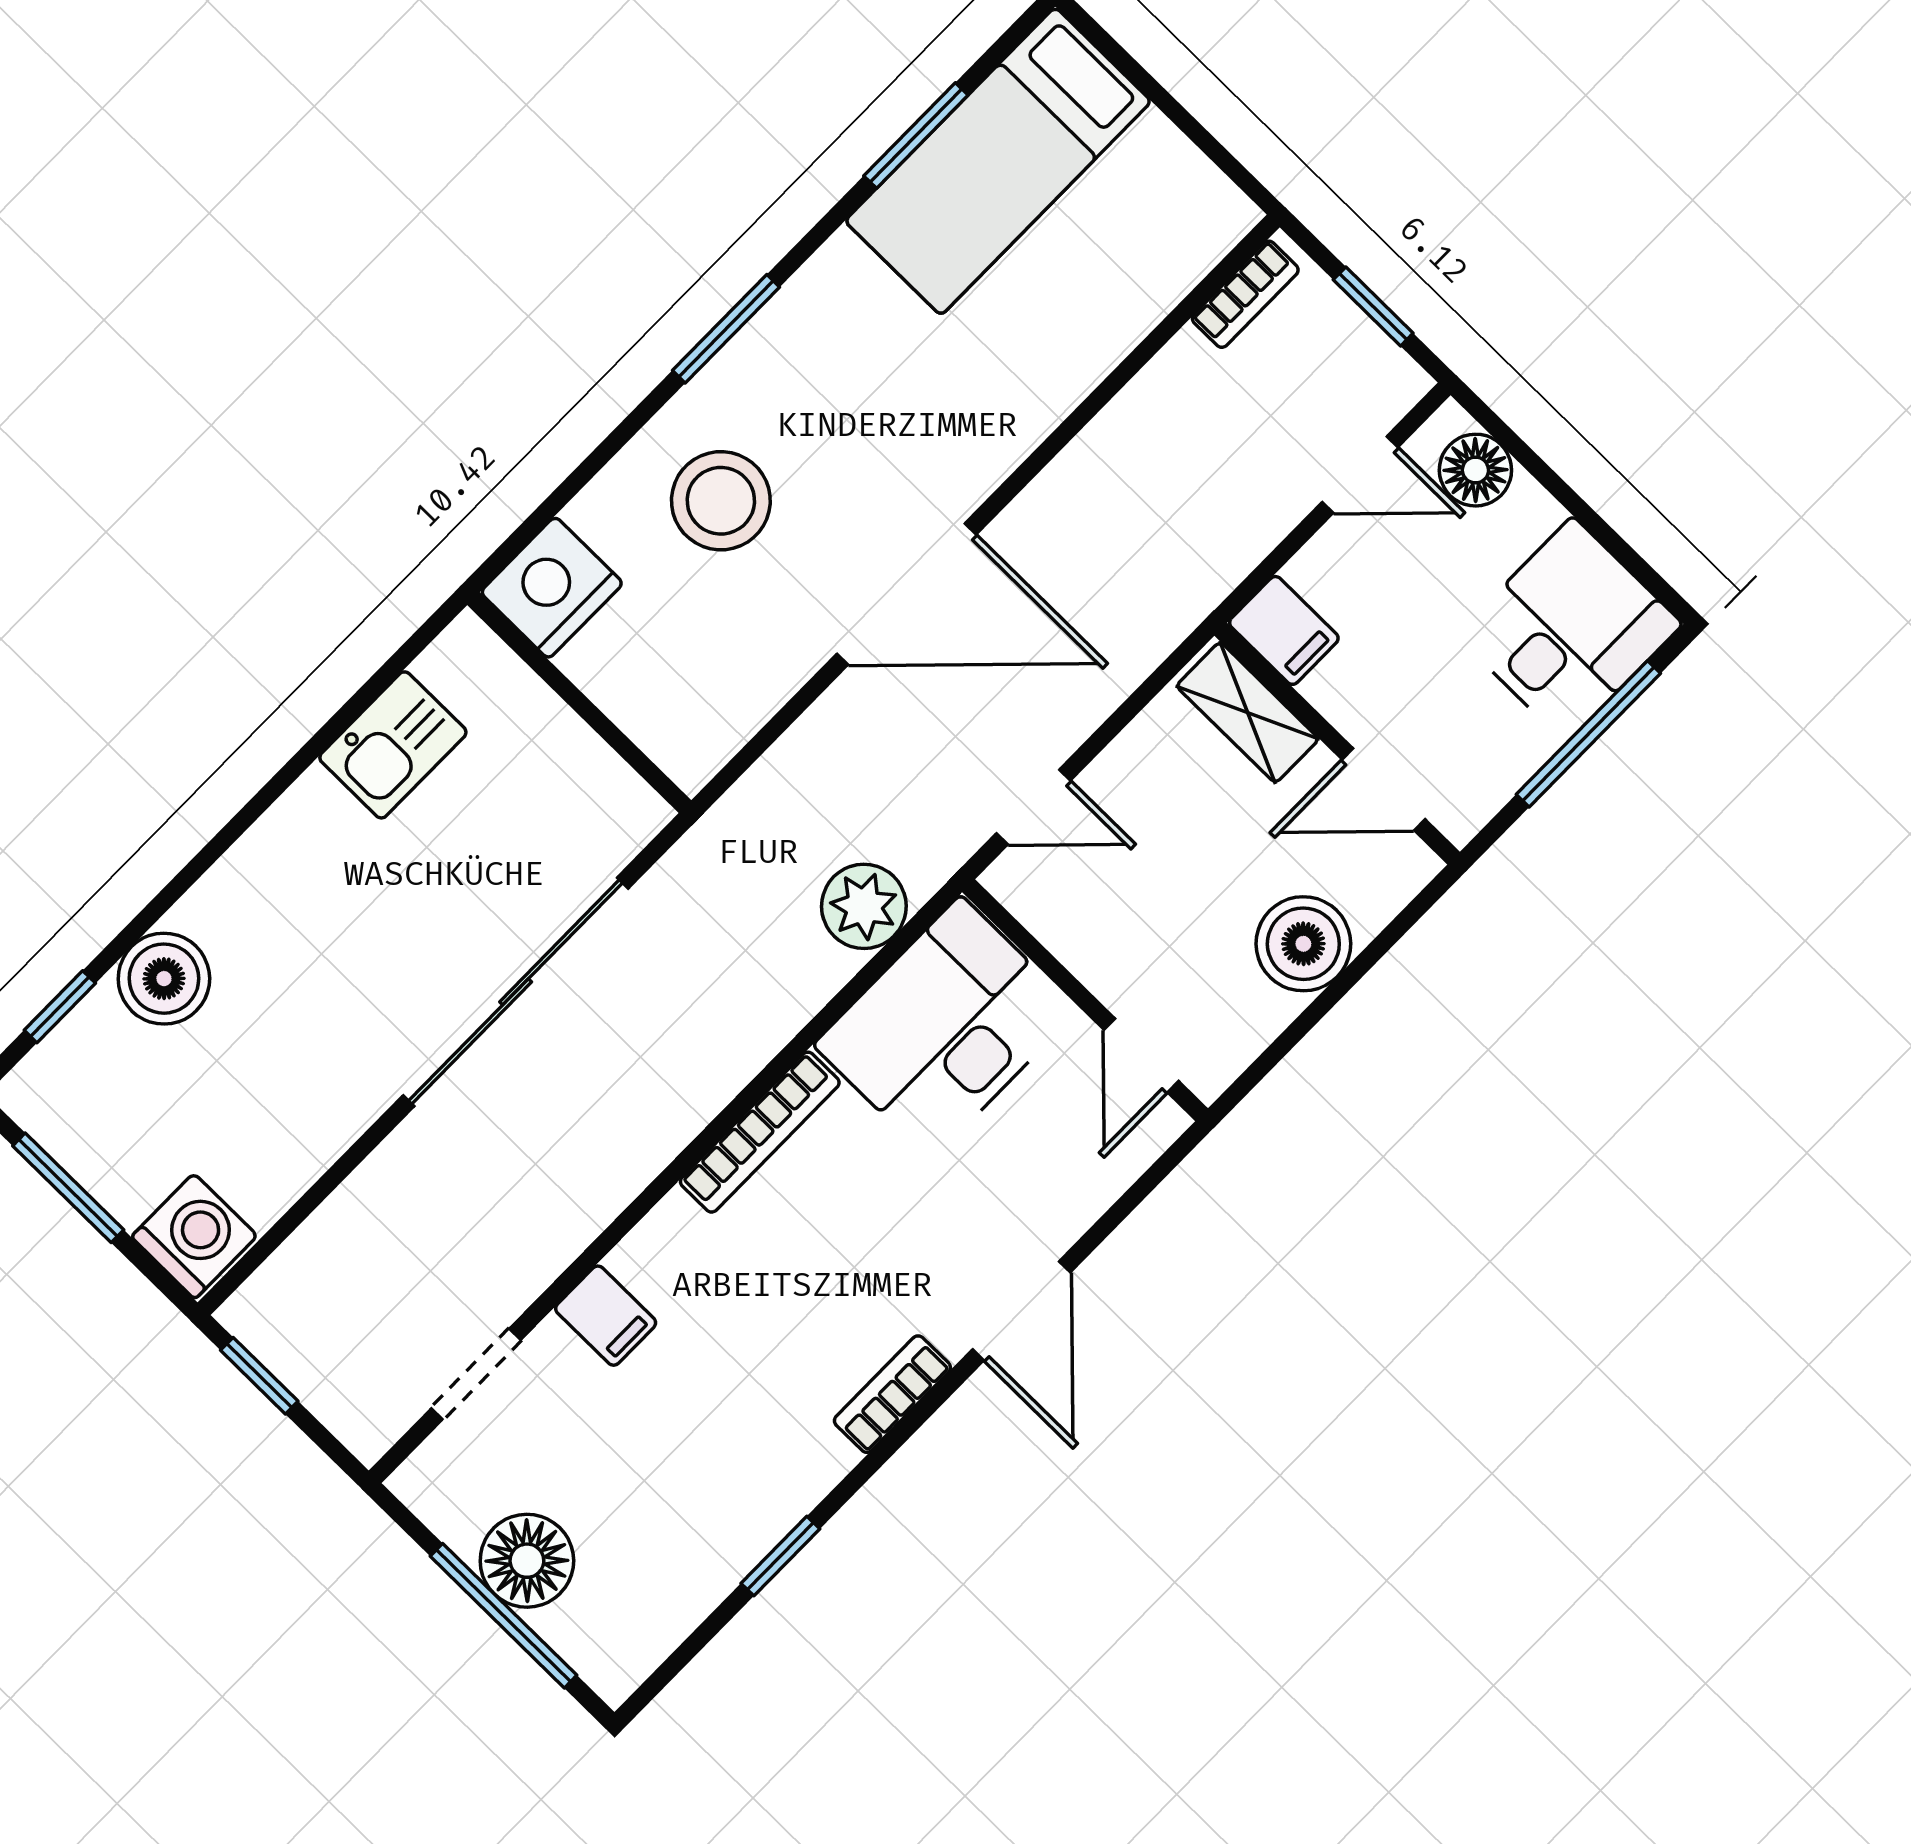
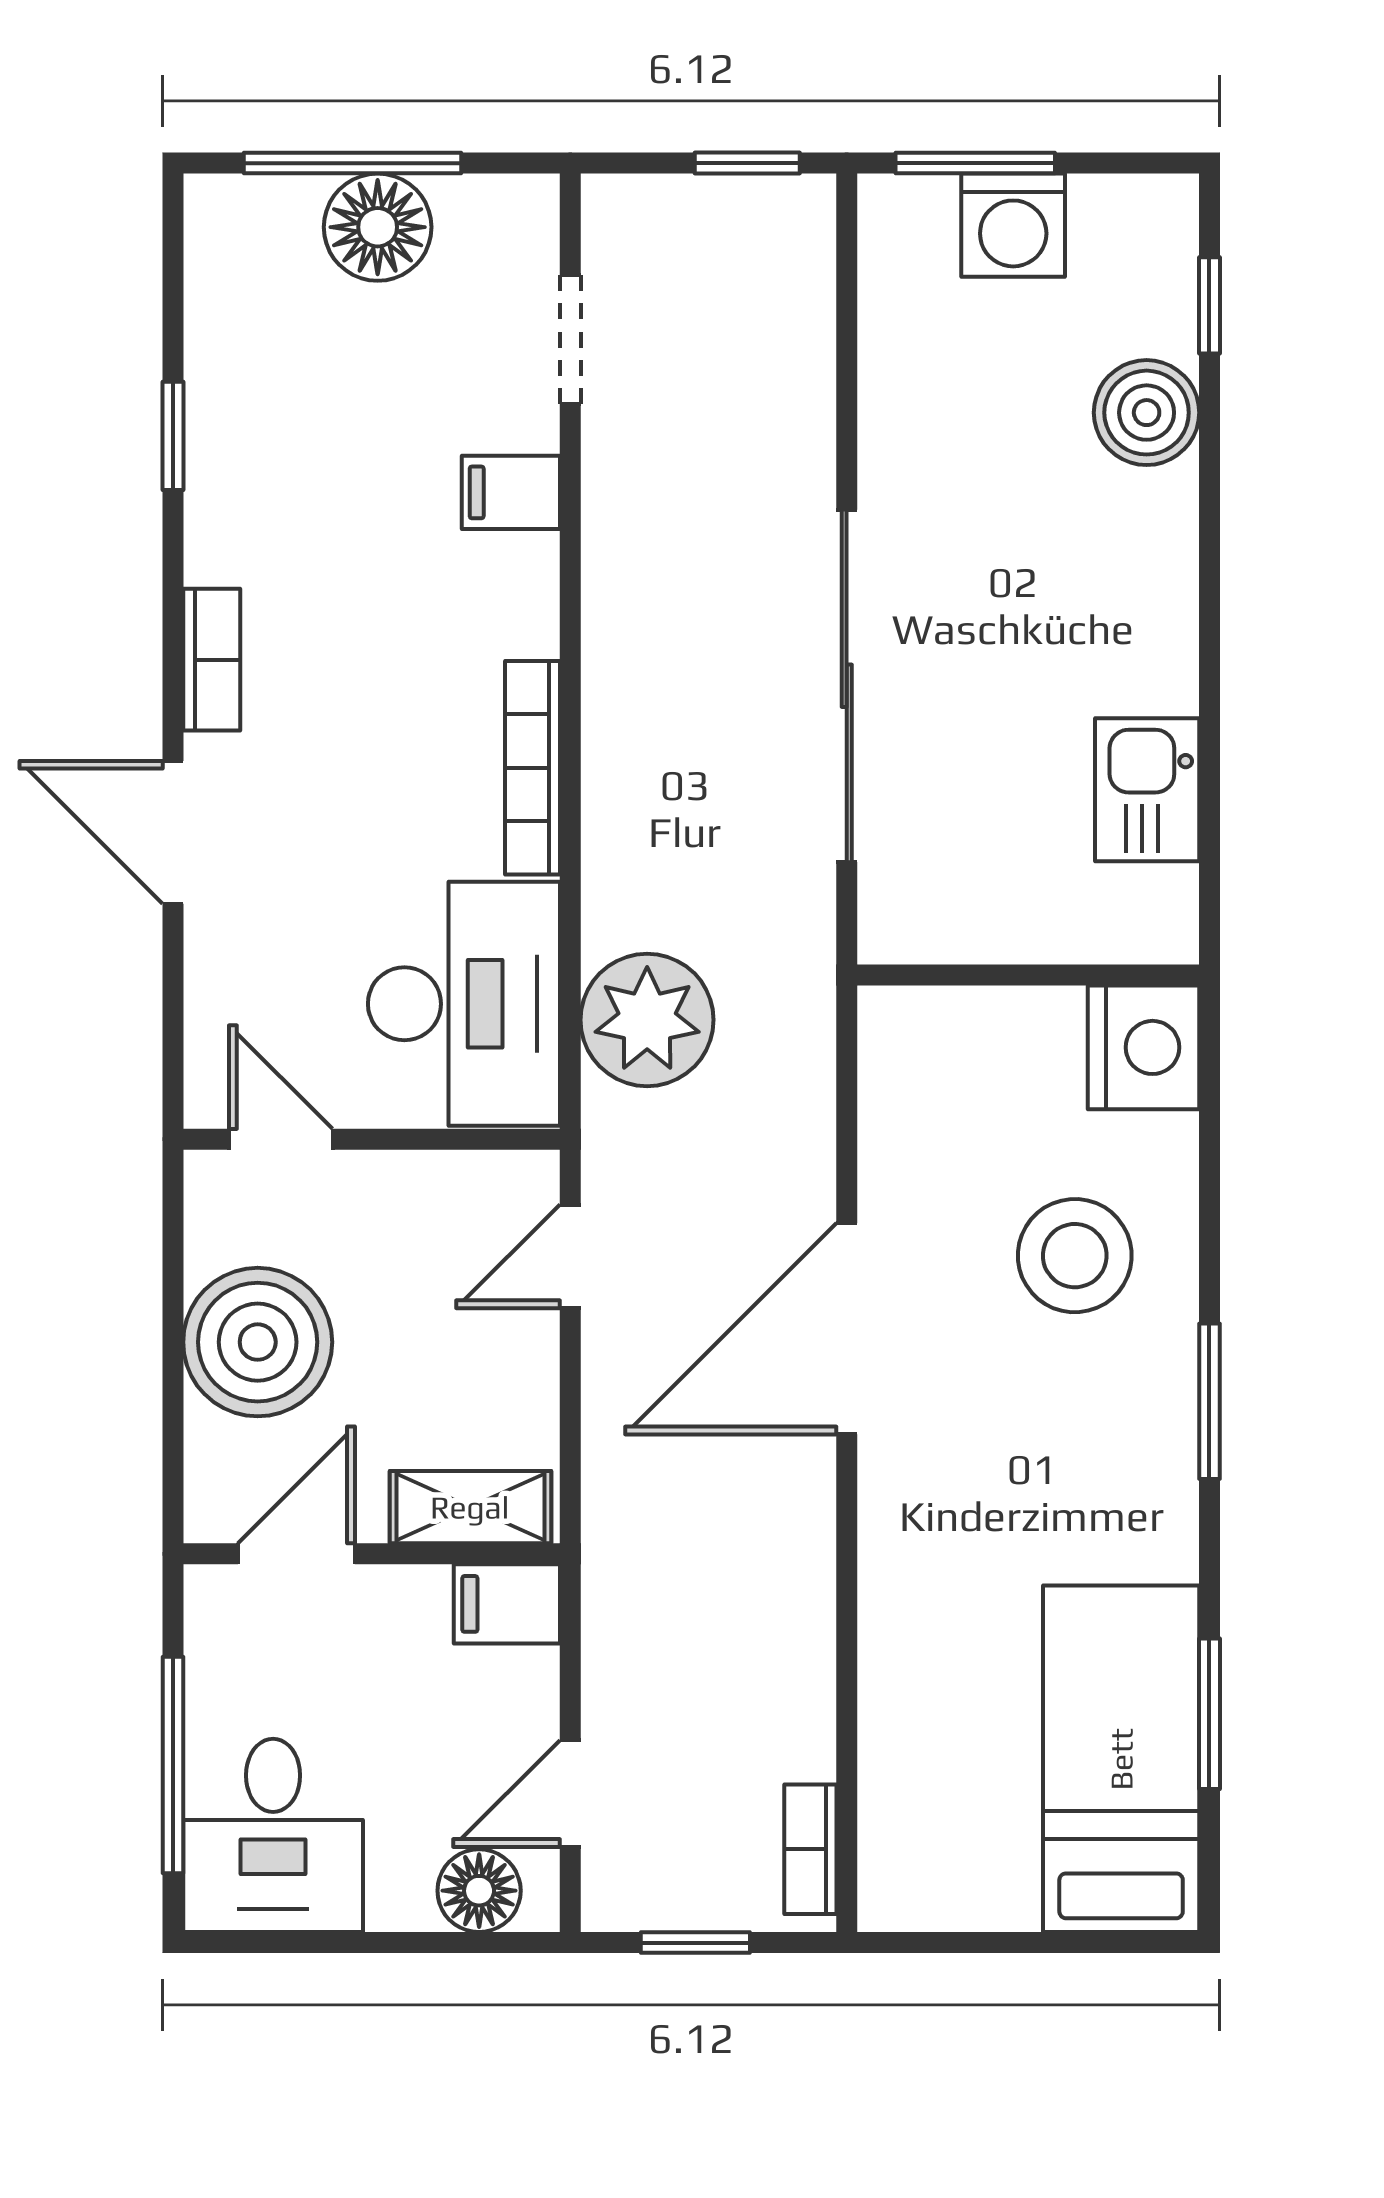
plant: (864, 906) -> (647, 1020), width x1.36, depth x1.36
boiler: (1303, 944) -> (258, 1342), width x1.37, depth x1.37
window: (68, 1188) -> (975, 163), moved
washing machine: (194, 1236) -> (1013, 225), moved

